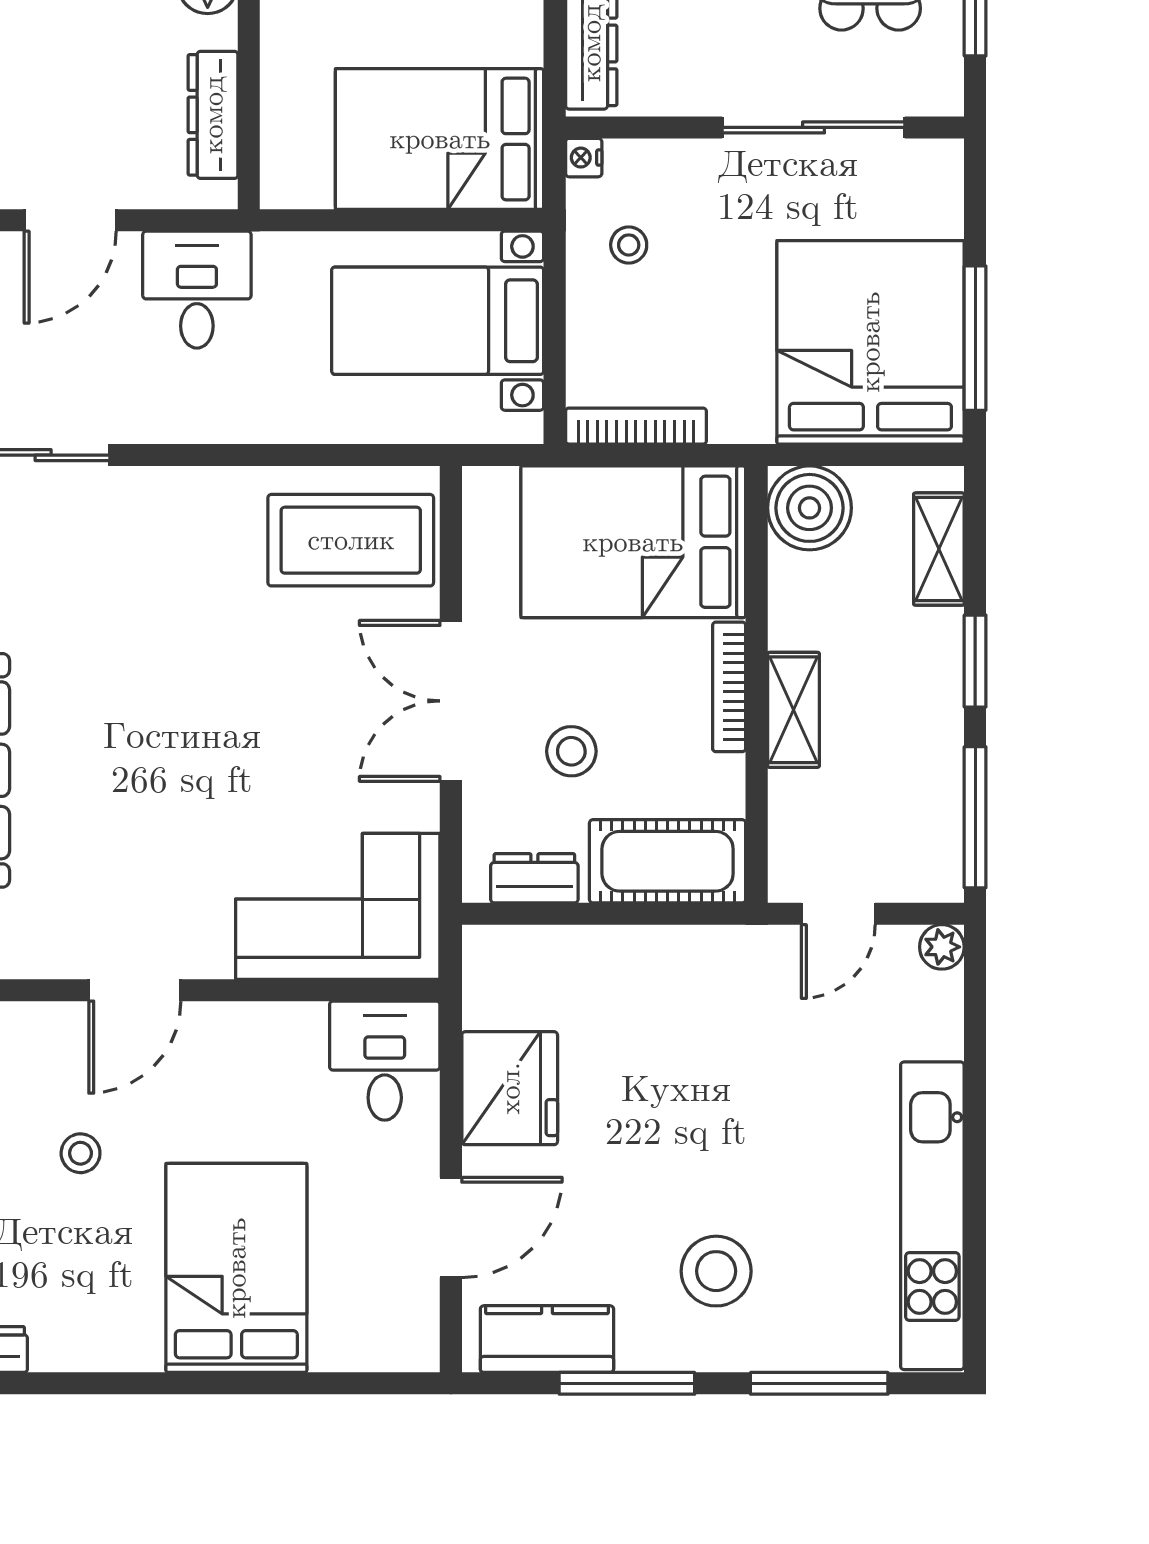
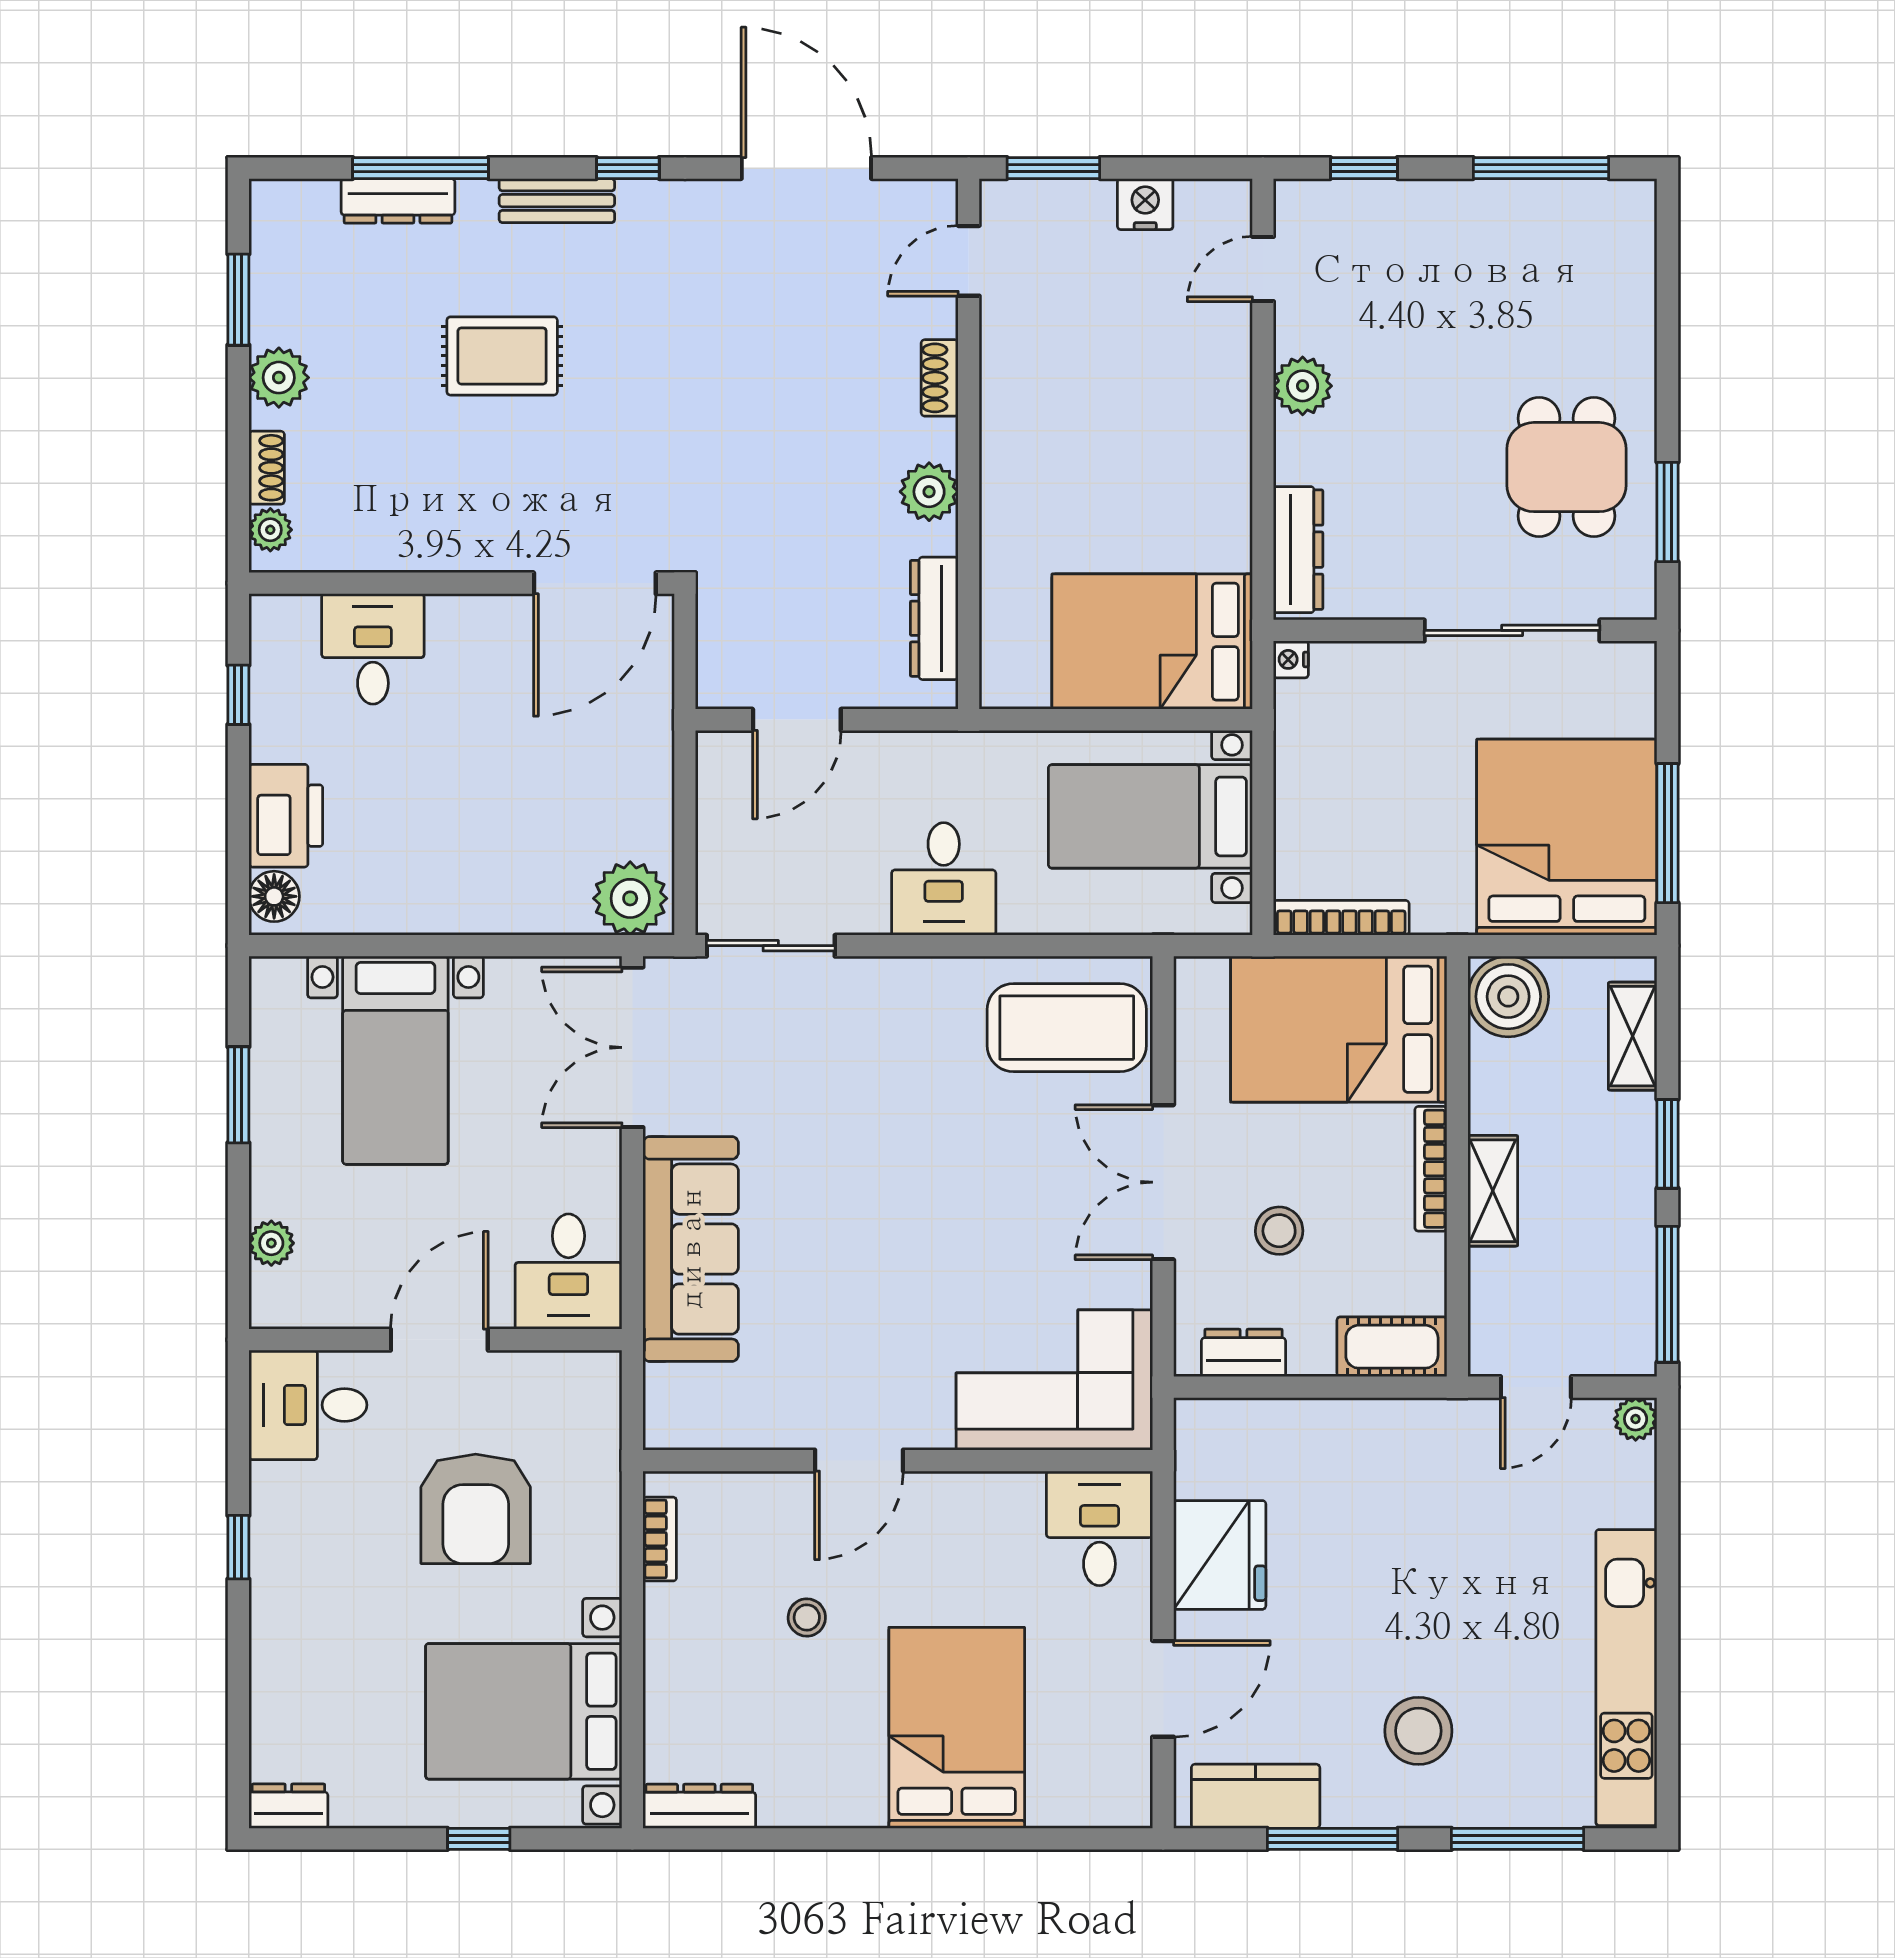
stool: (629, 245) -> (1334, 744), removed
desk: (197, 290) -> (944, 879), moved, turned 180
cot: (668, 861) -> (1392, 1347), width x0.73, depth x0.75

